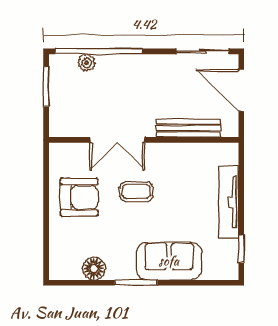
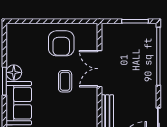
plant: (87, 63) -> (151, 48), removed
floor lamp: (94, 268) -> (14, 72), moved

